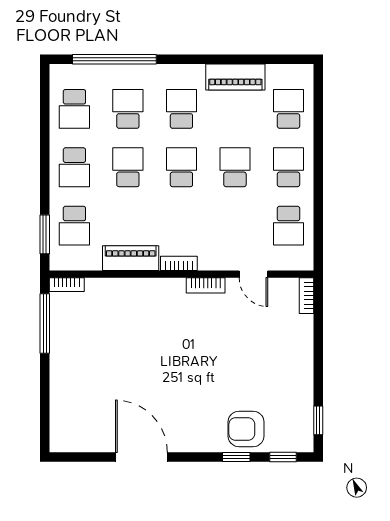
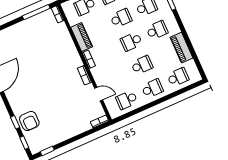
school desk: (181, 167) -> (131, 42), turned 180
door: (253, 274) -> (99, 94), swing flipped
armchair: (246, 429) -> (29, 121), turned 180

